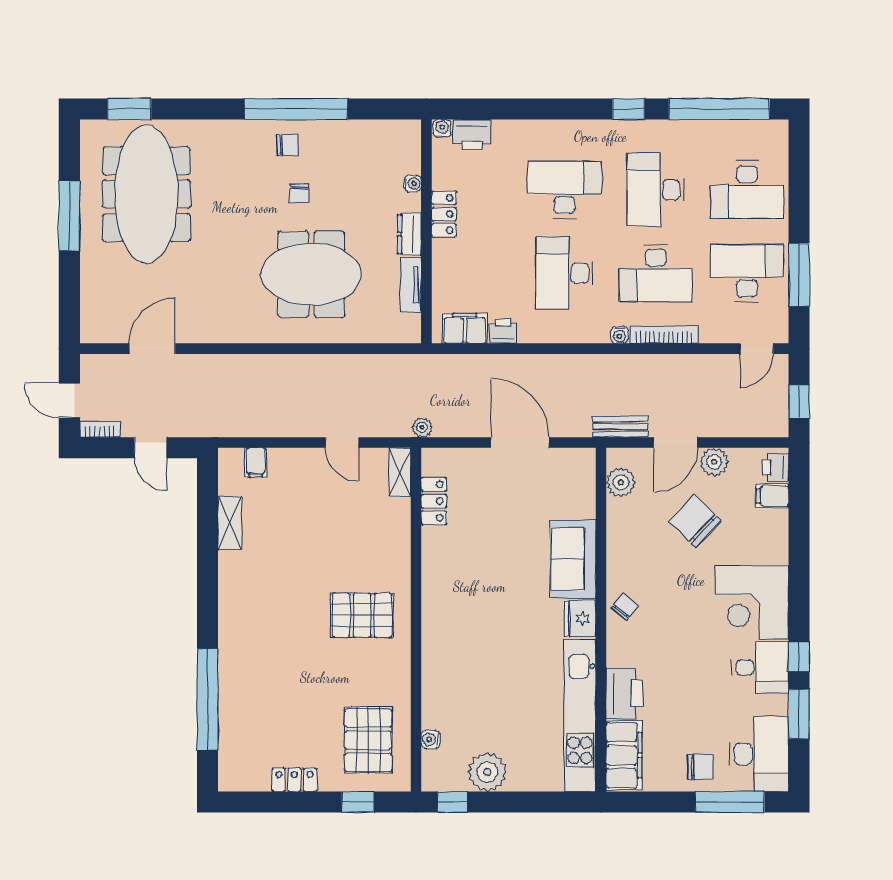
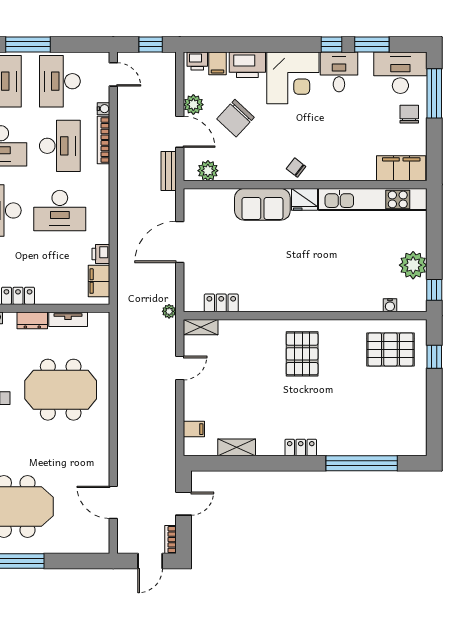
meeting table: (311, 274) -> (61, 390), turned 90
window: (799, 275) -> (28, 44), moved
water cooler: (620, 335) -> (103, 109), moved
printer: (624, 693) -> (247, 65), moved, turned 180
locker: (294, 780) -> (301, 447), moved, turned 90

